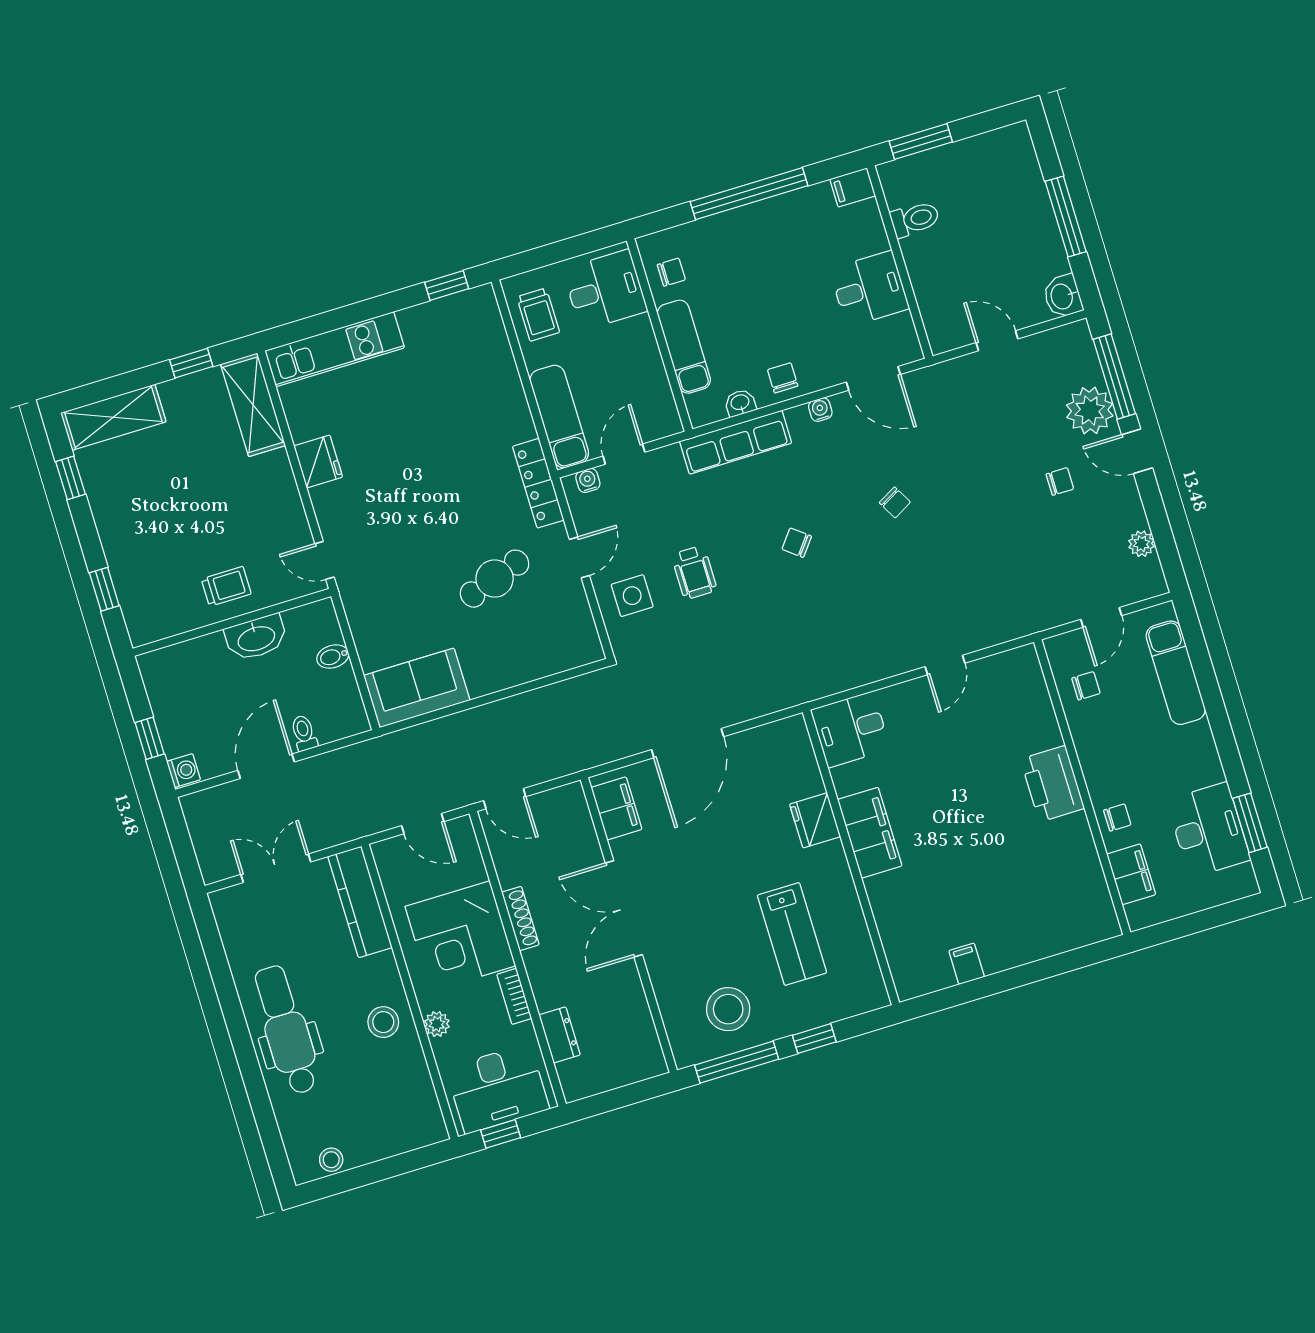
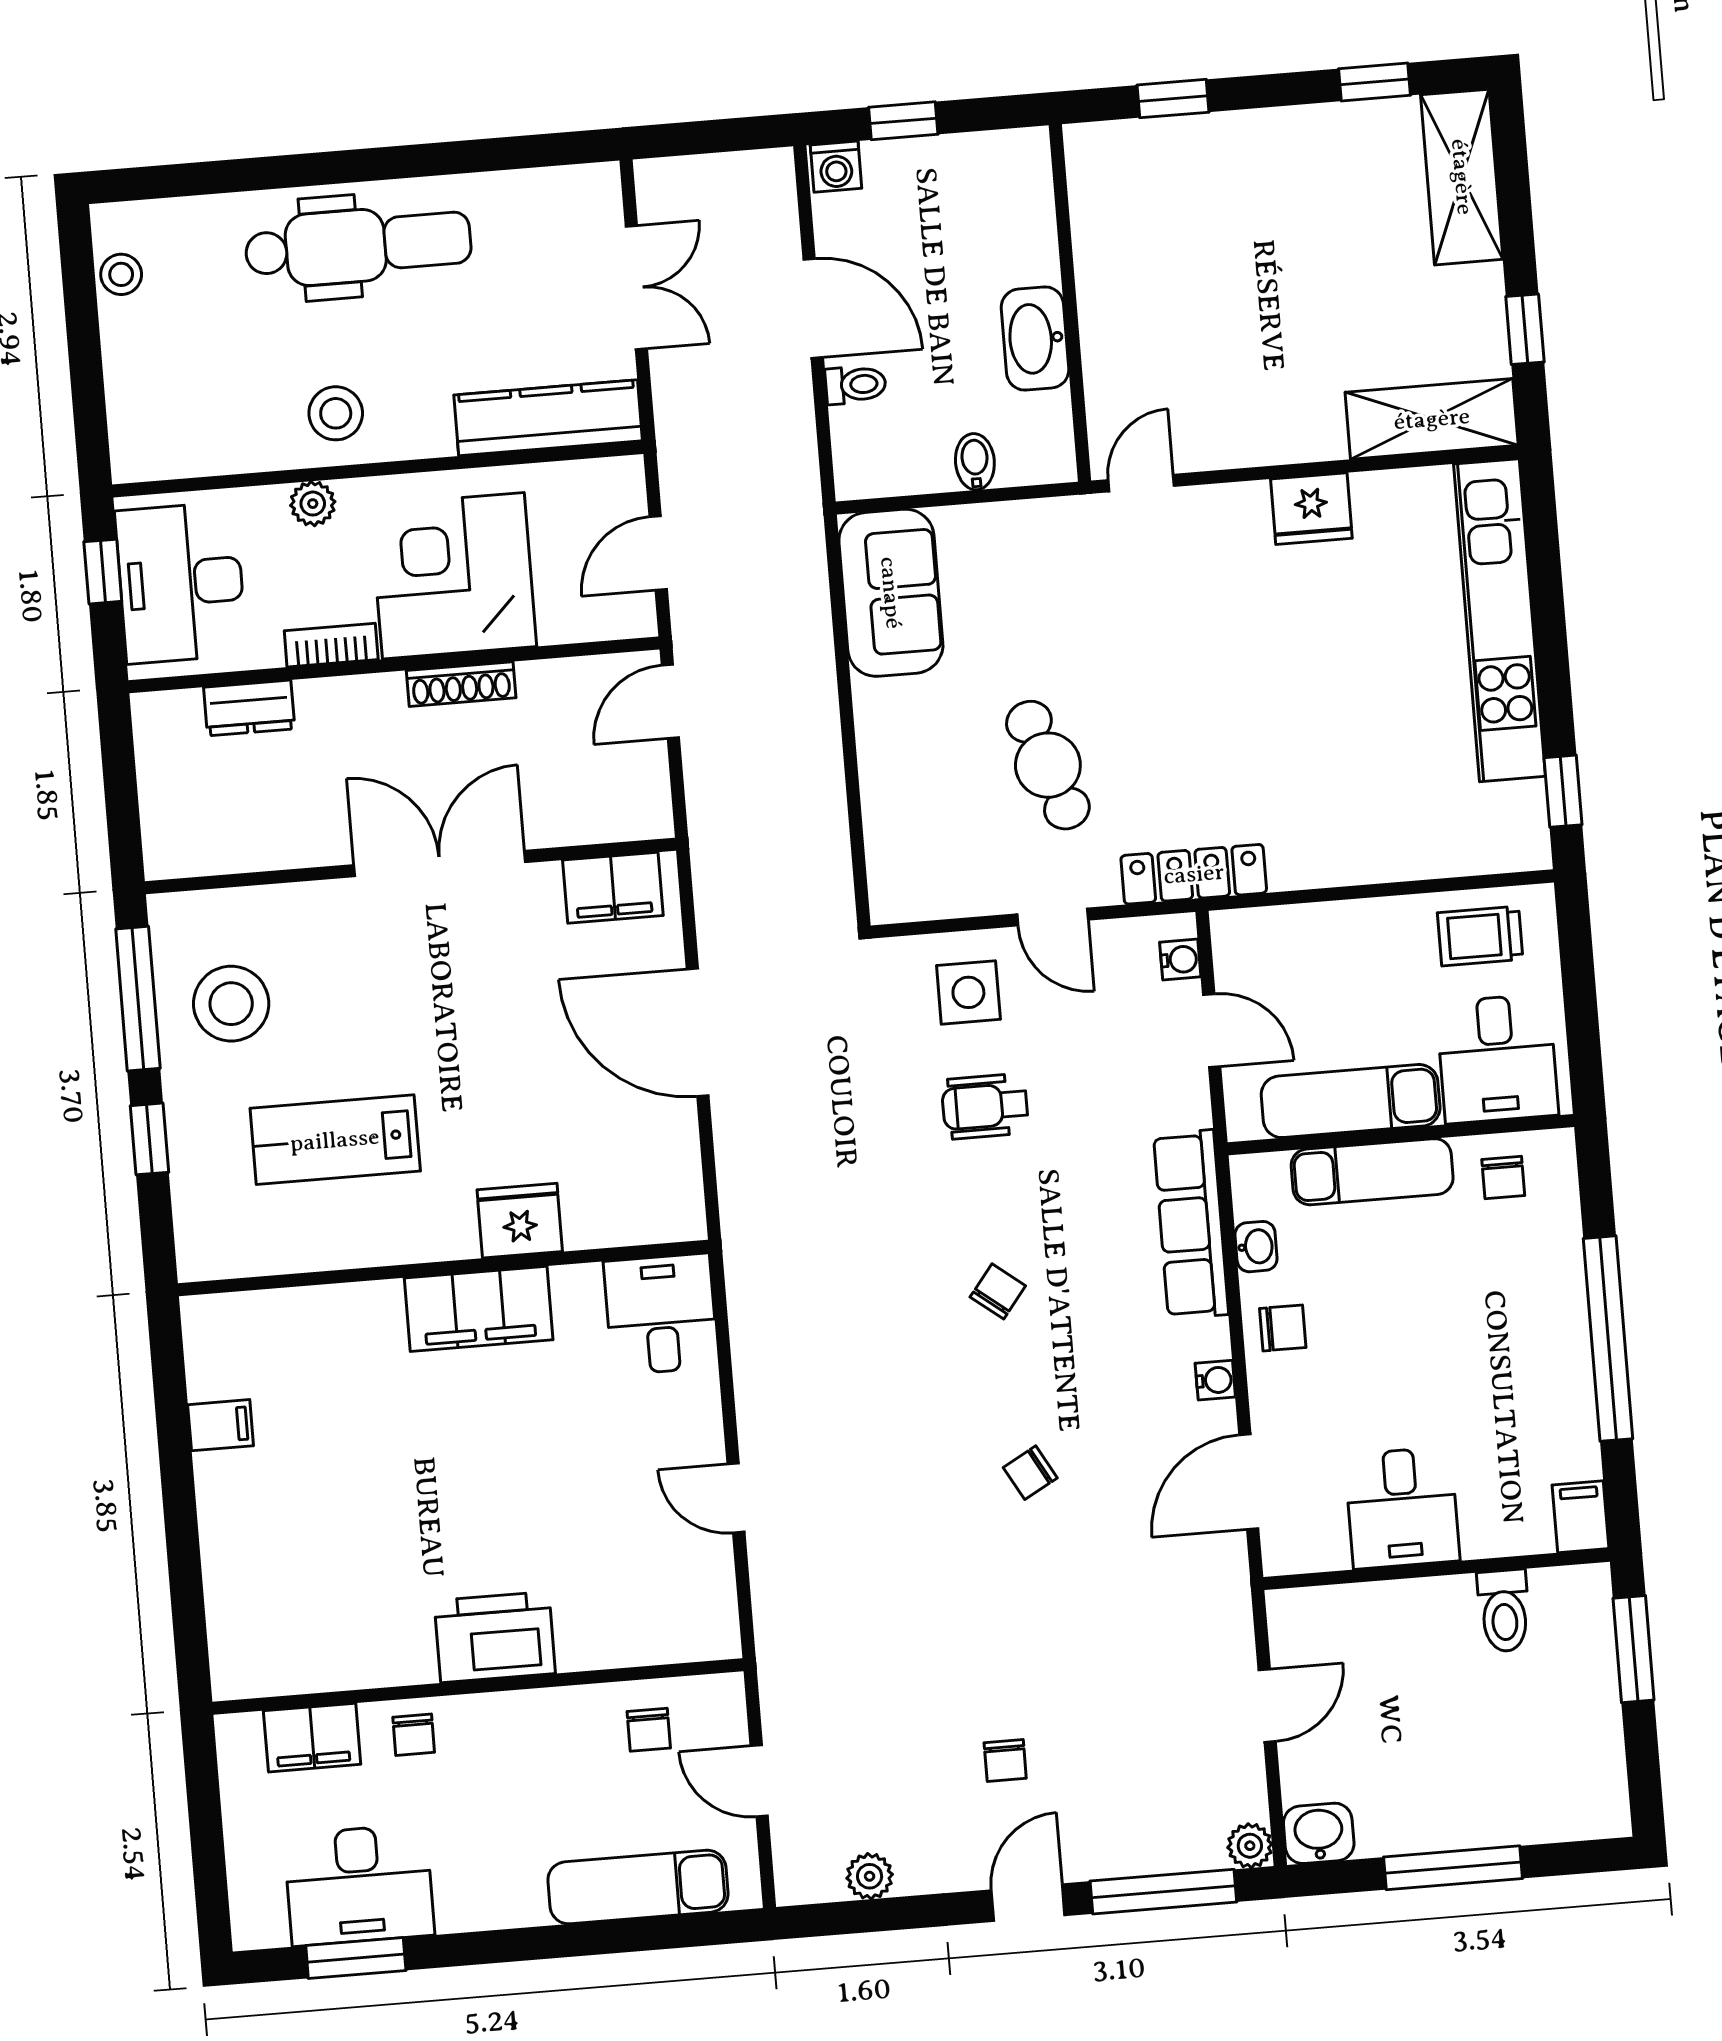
kitchen unit: (335, 349) -> (1499, 620), width x1.36
plant: (1090, 411) -> (1250, 1846), moved, width x0.53, depth x0.53
exam couch: (559, 417) -> (1351, 1101), moved, turned 180
trolley: (226, 586) -> (1133, 307), removed

